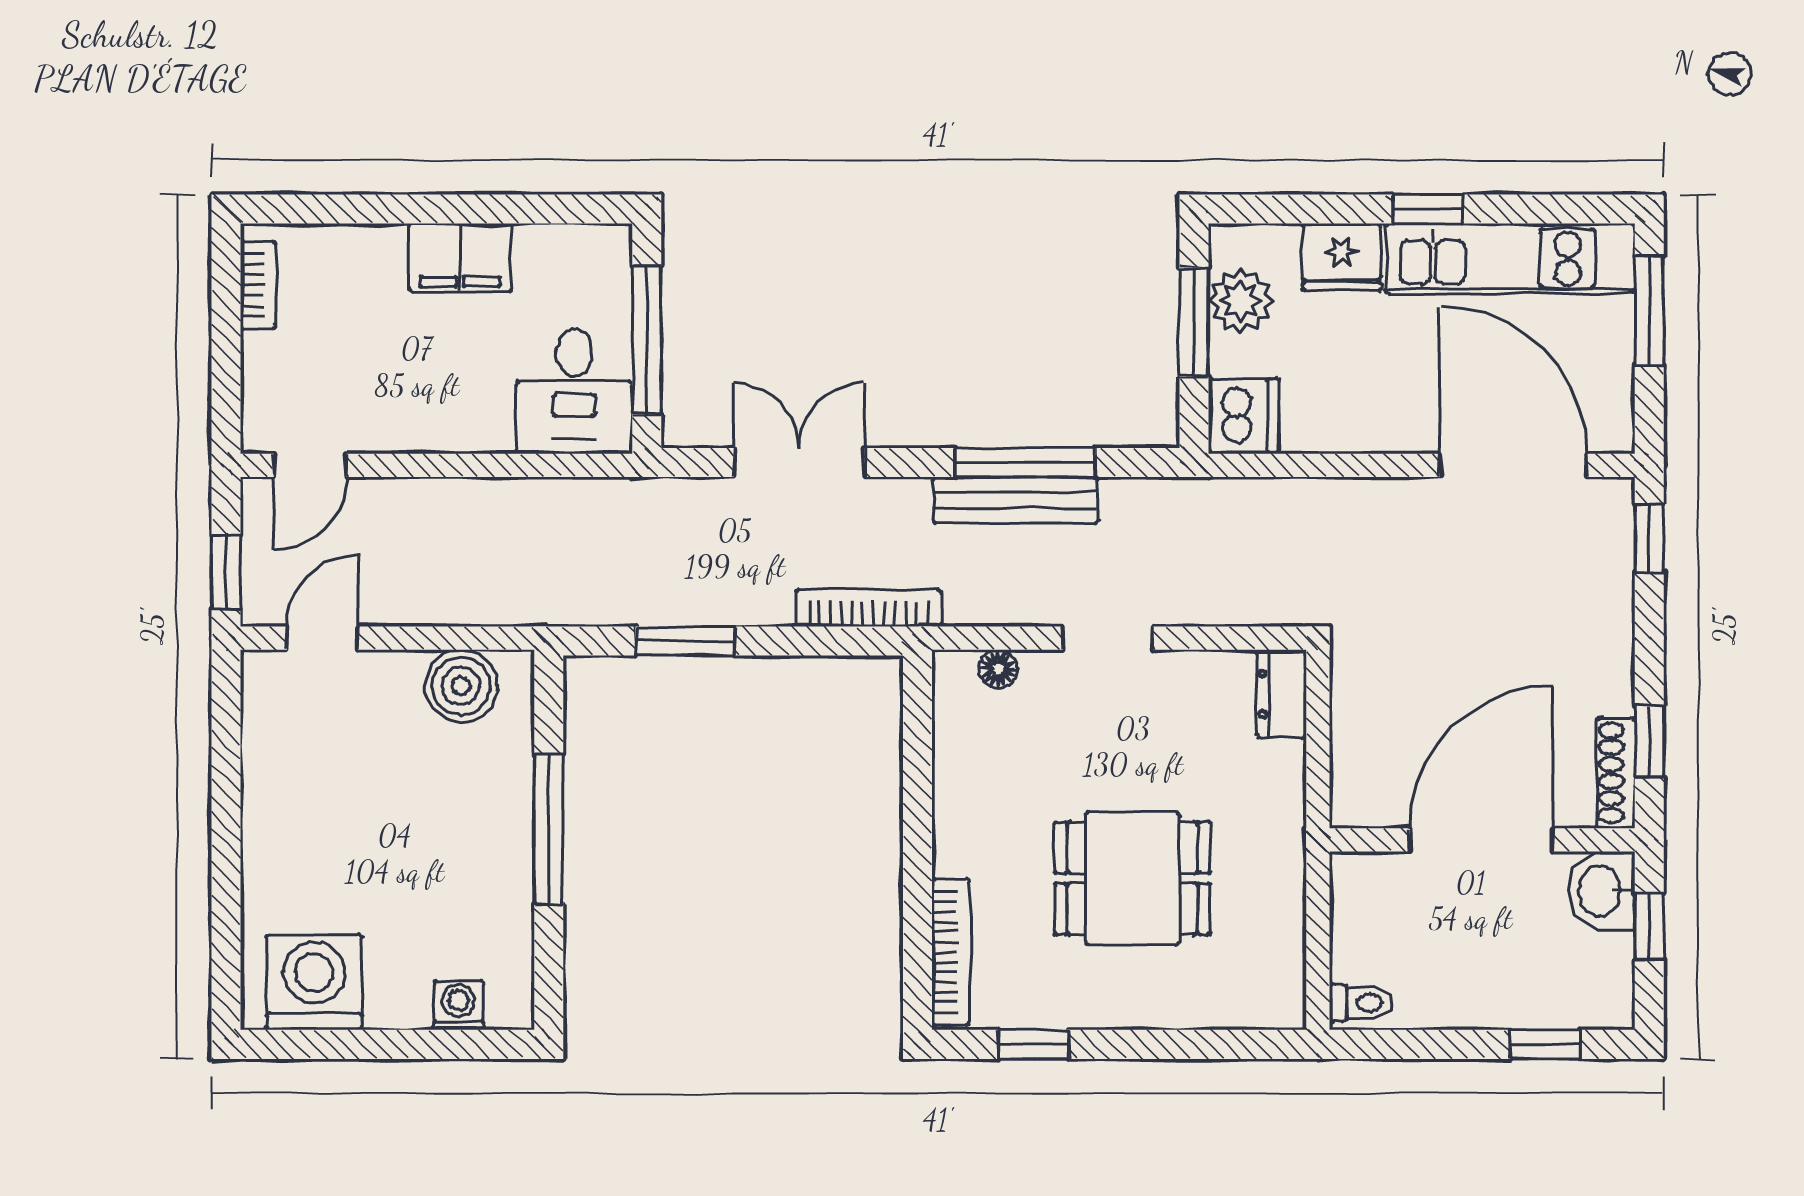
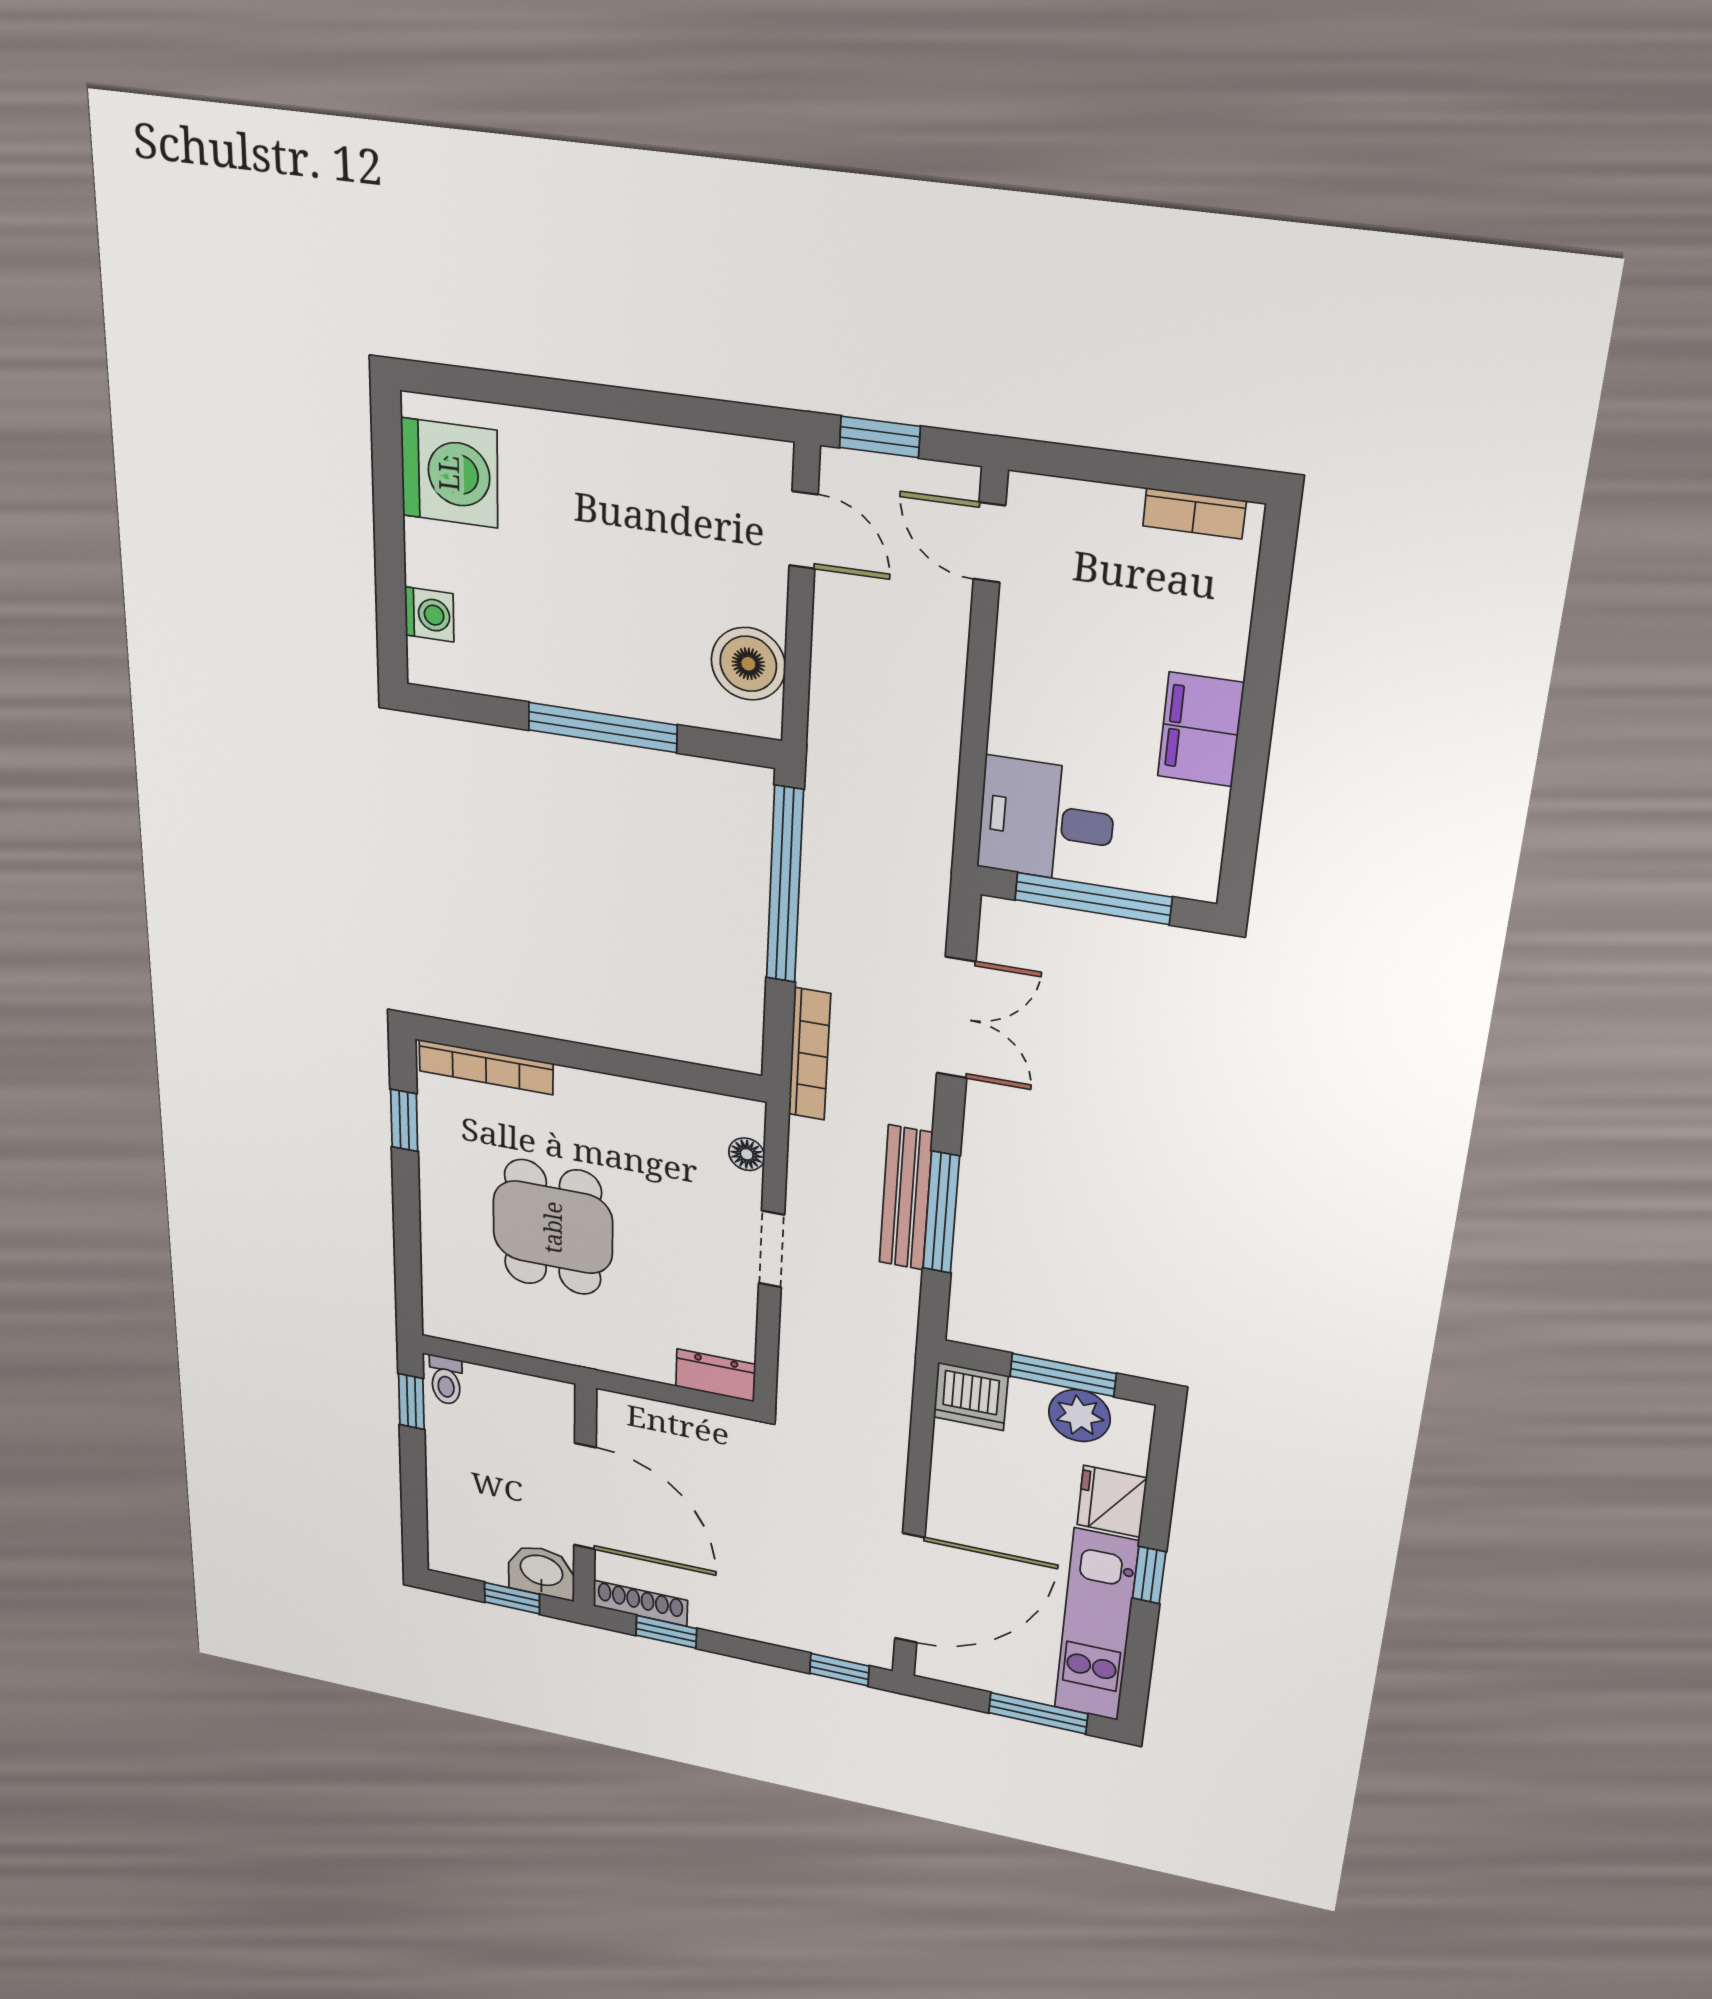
window: (685, 641) -> (785, 885), width x2.11
window: (1545, 1044) -> (411, 1402), moved

